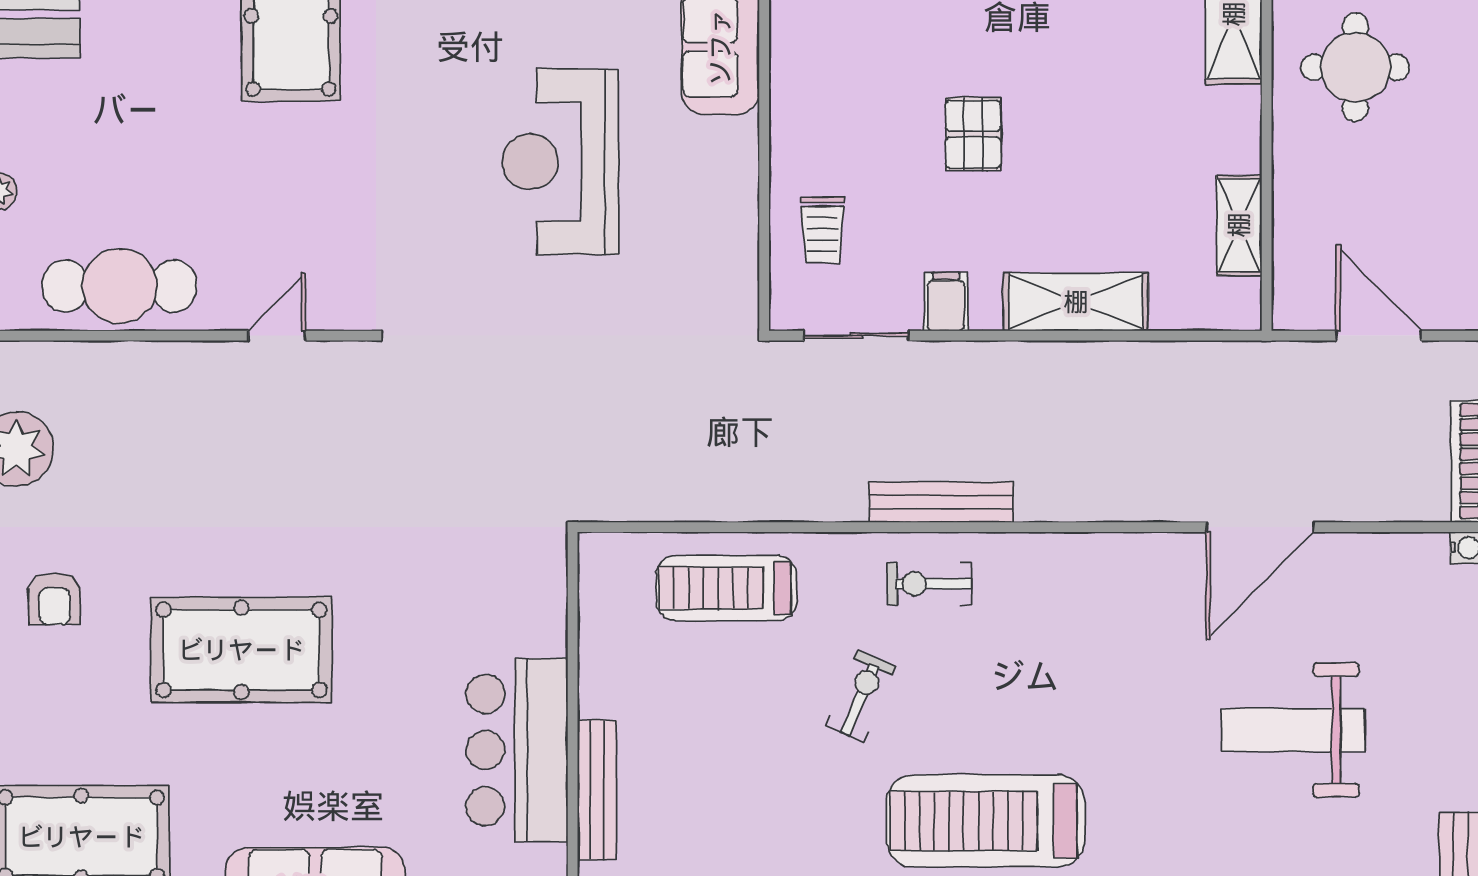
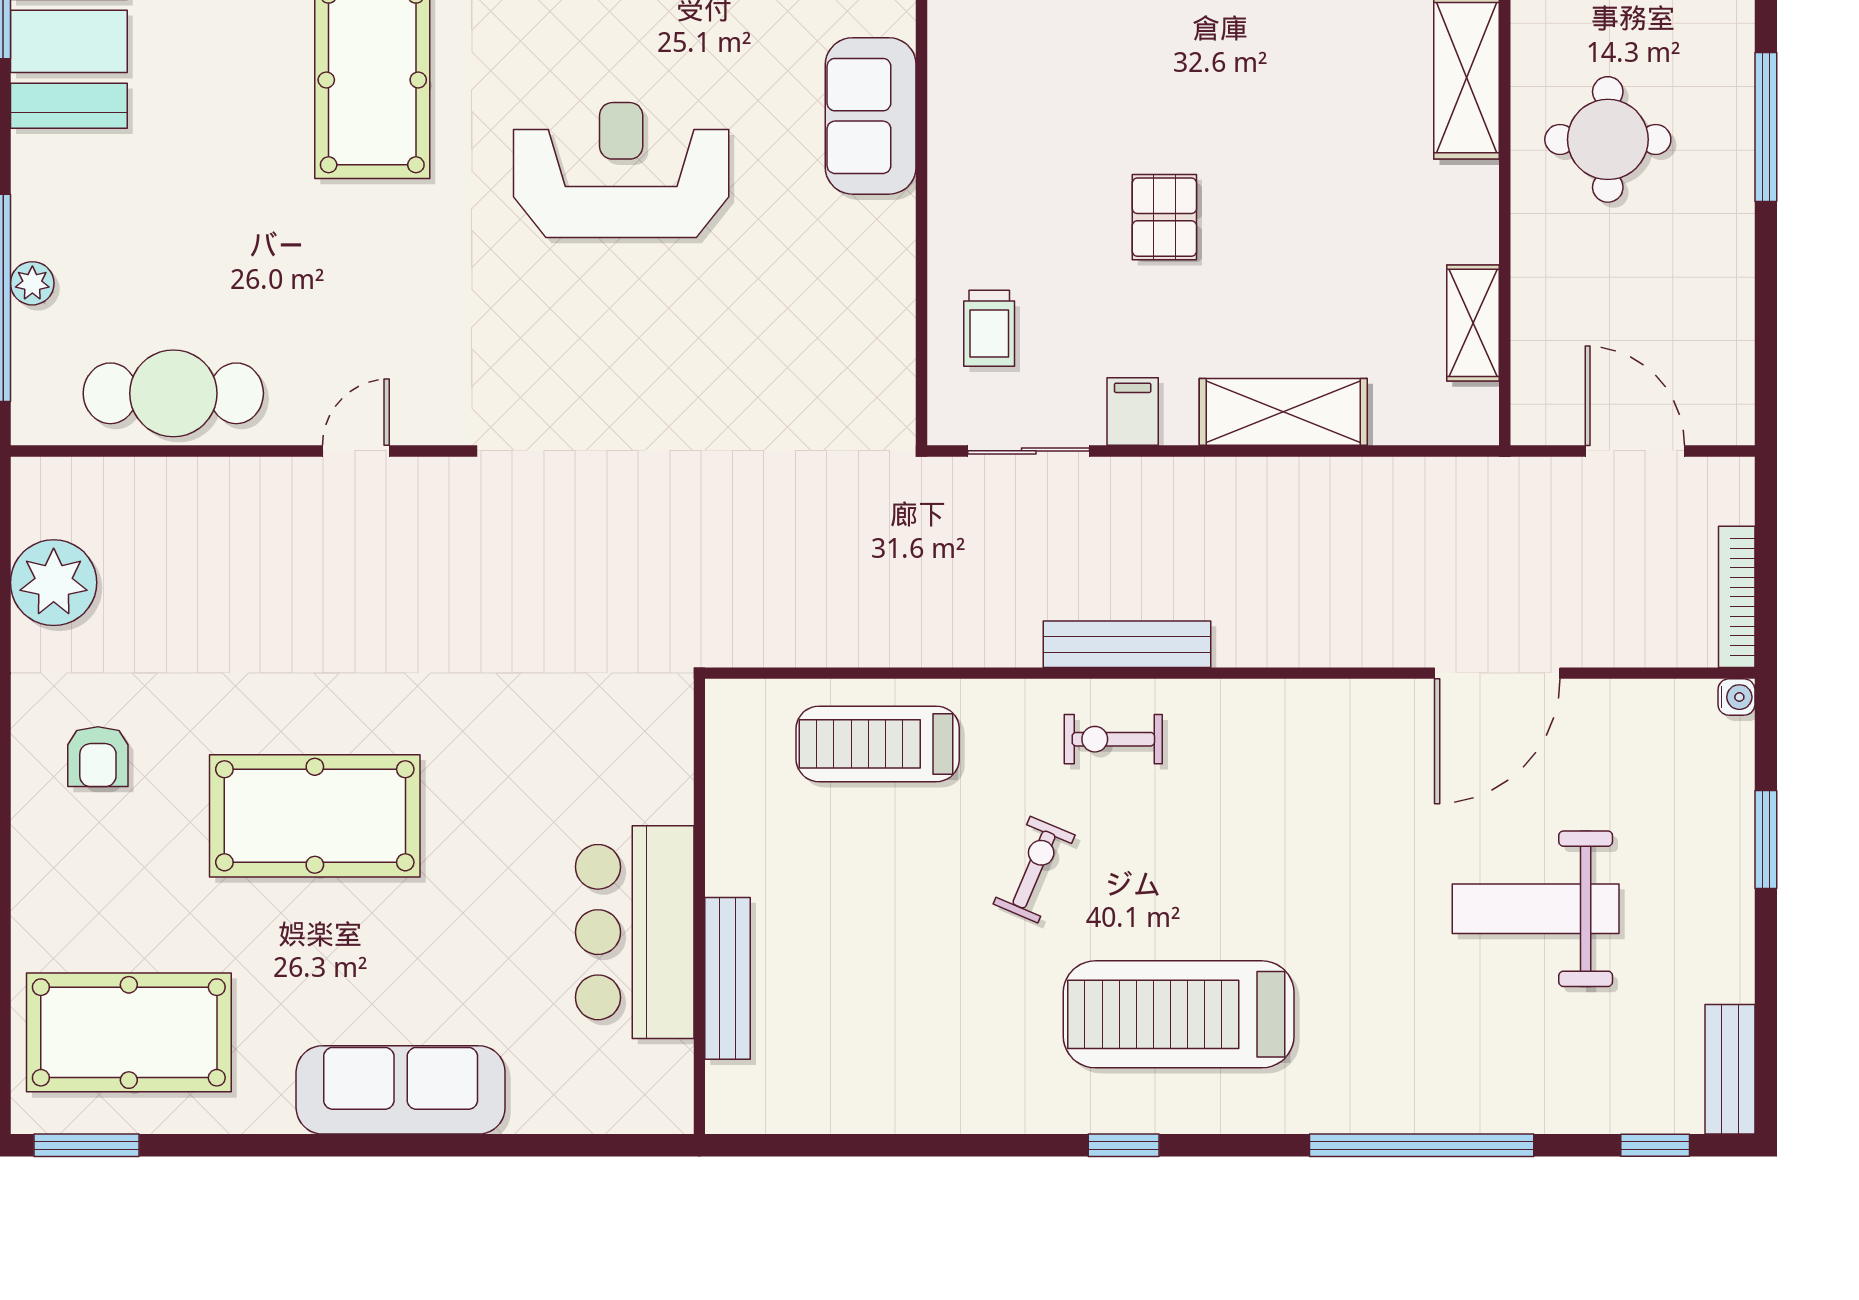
reception desk: (560, 162) -> (621, 170), moved, turned 90

